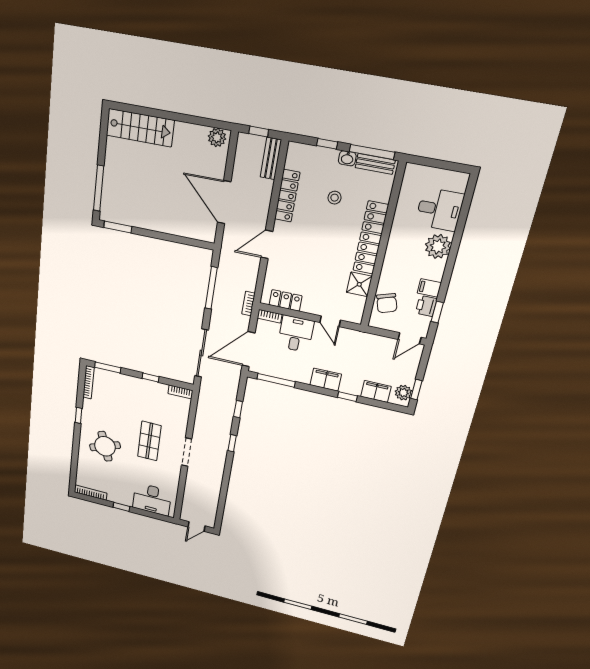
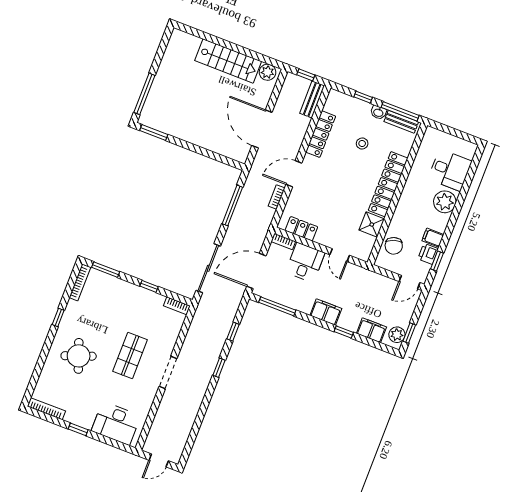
stairs: (140, 128) -> (228, 61), moved
bookcase: (248, 304) -> (277, 197), moved

